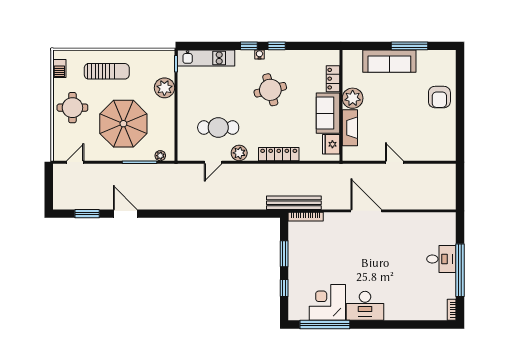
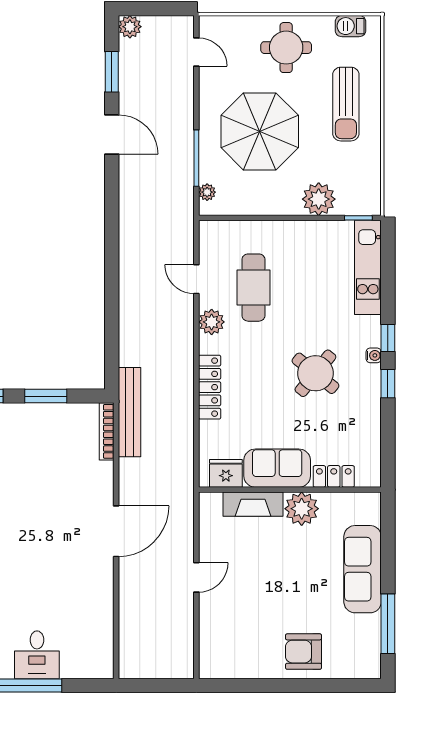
window: (410, 46) -> (388, 624), moved
round table: (270, 90) -> (315, 373), turned -36
plant: (60, 203) -> (130, 27), added
door: (125, 214) -> (112, 134), hinge flipped

